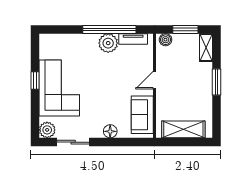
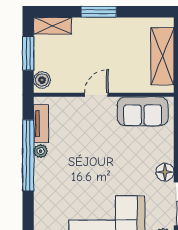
plant: (108, 43) -> (41, 151), width x0.53, depth x0.53
door: (155, 80) -> (96, 95), swing flipped
floor lamp: (110, 131) -> (165, 172), moved

